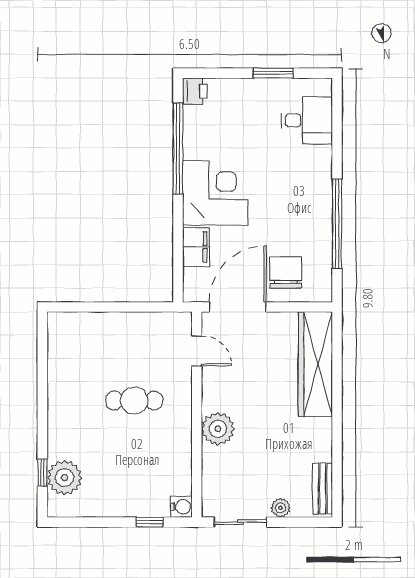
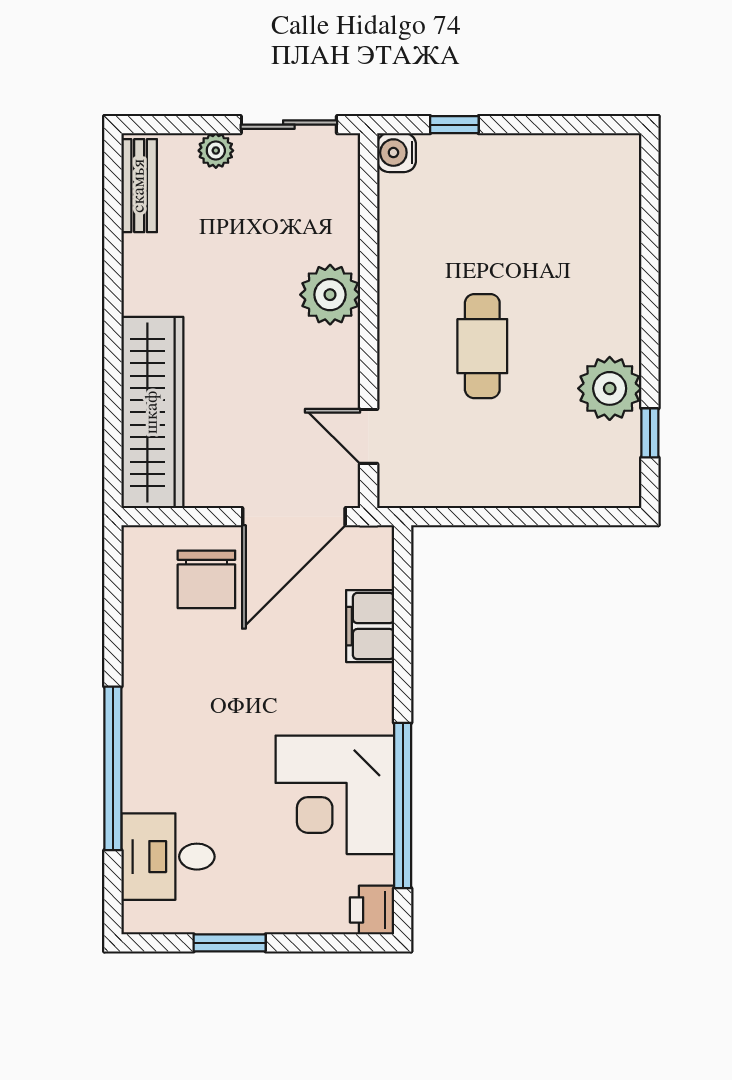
corner desk: (215, 193) -> (335, 795), moved
window: (337, 224) -> (113, 768), moved
cafe table: (134, 401) -> (482, 346), turned 90
window: (42, 473) -> (650, 433), moved
plant: (64, 478) -> (610, 388), moved

